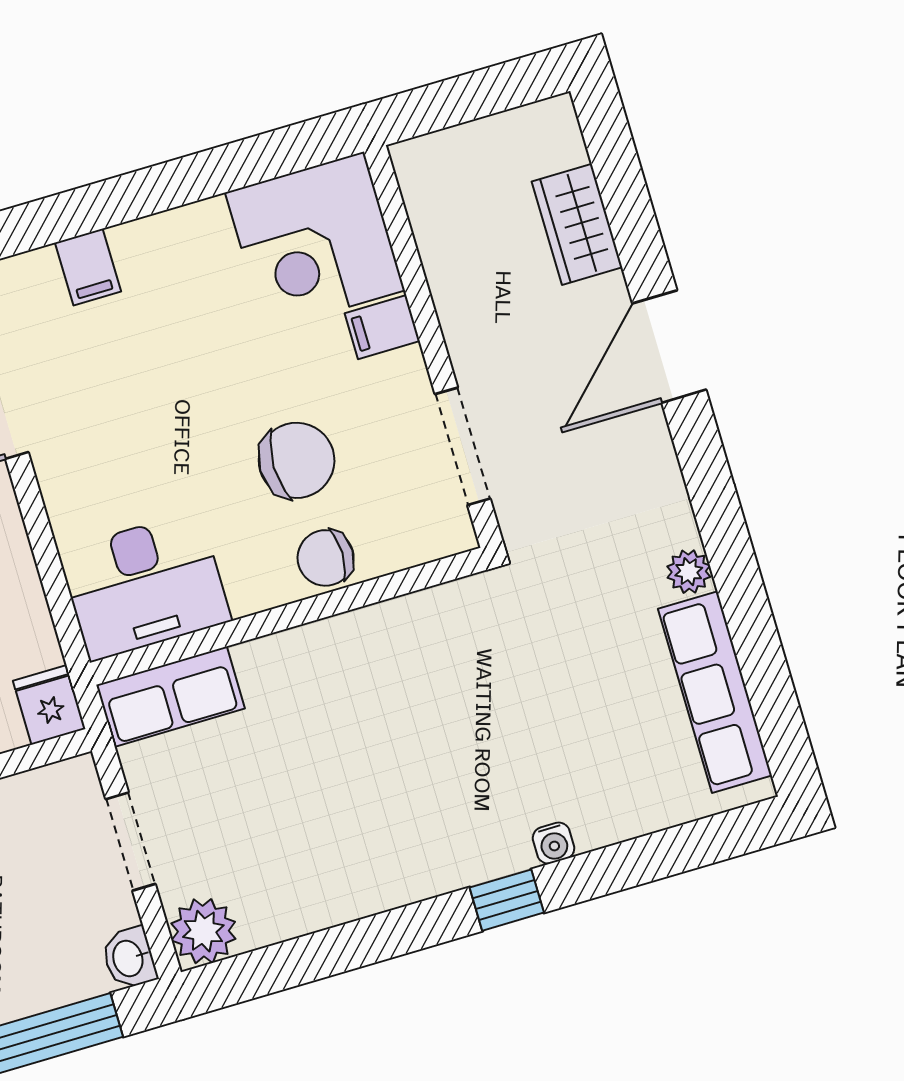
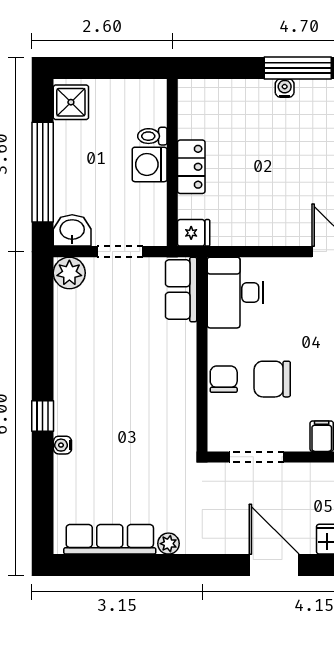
chair: (297, 460) -> (272, 379), turned 90
washbasin: (129, 958) -> (72, 230), width x1.38, depth x1.45

